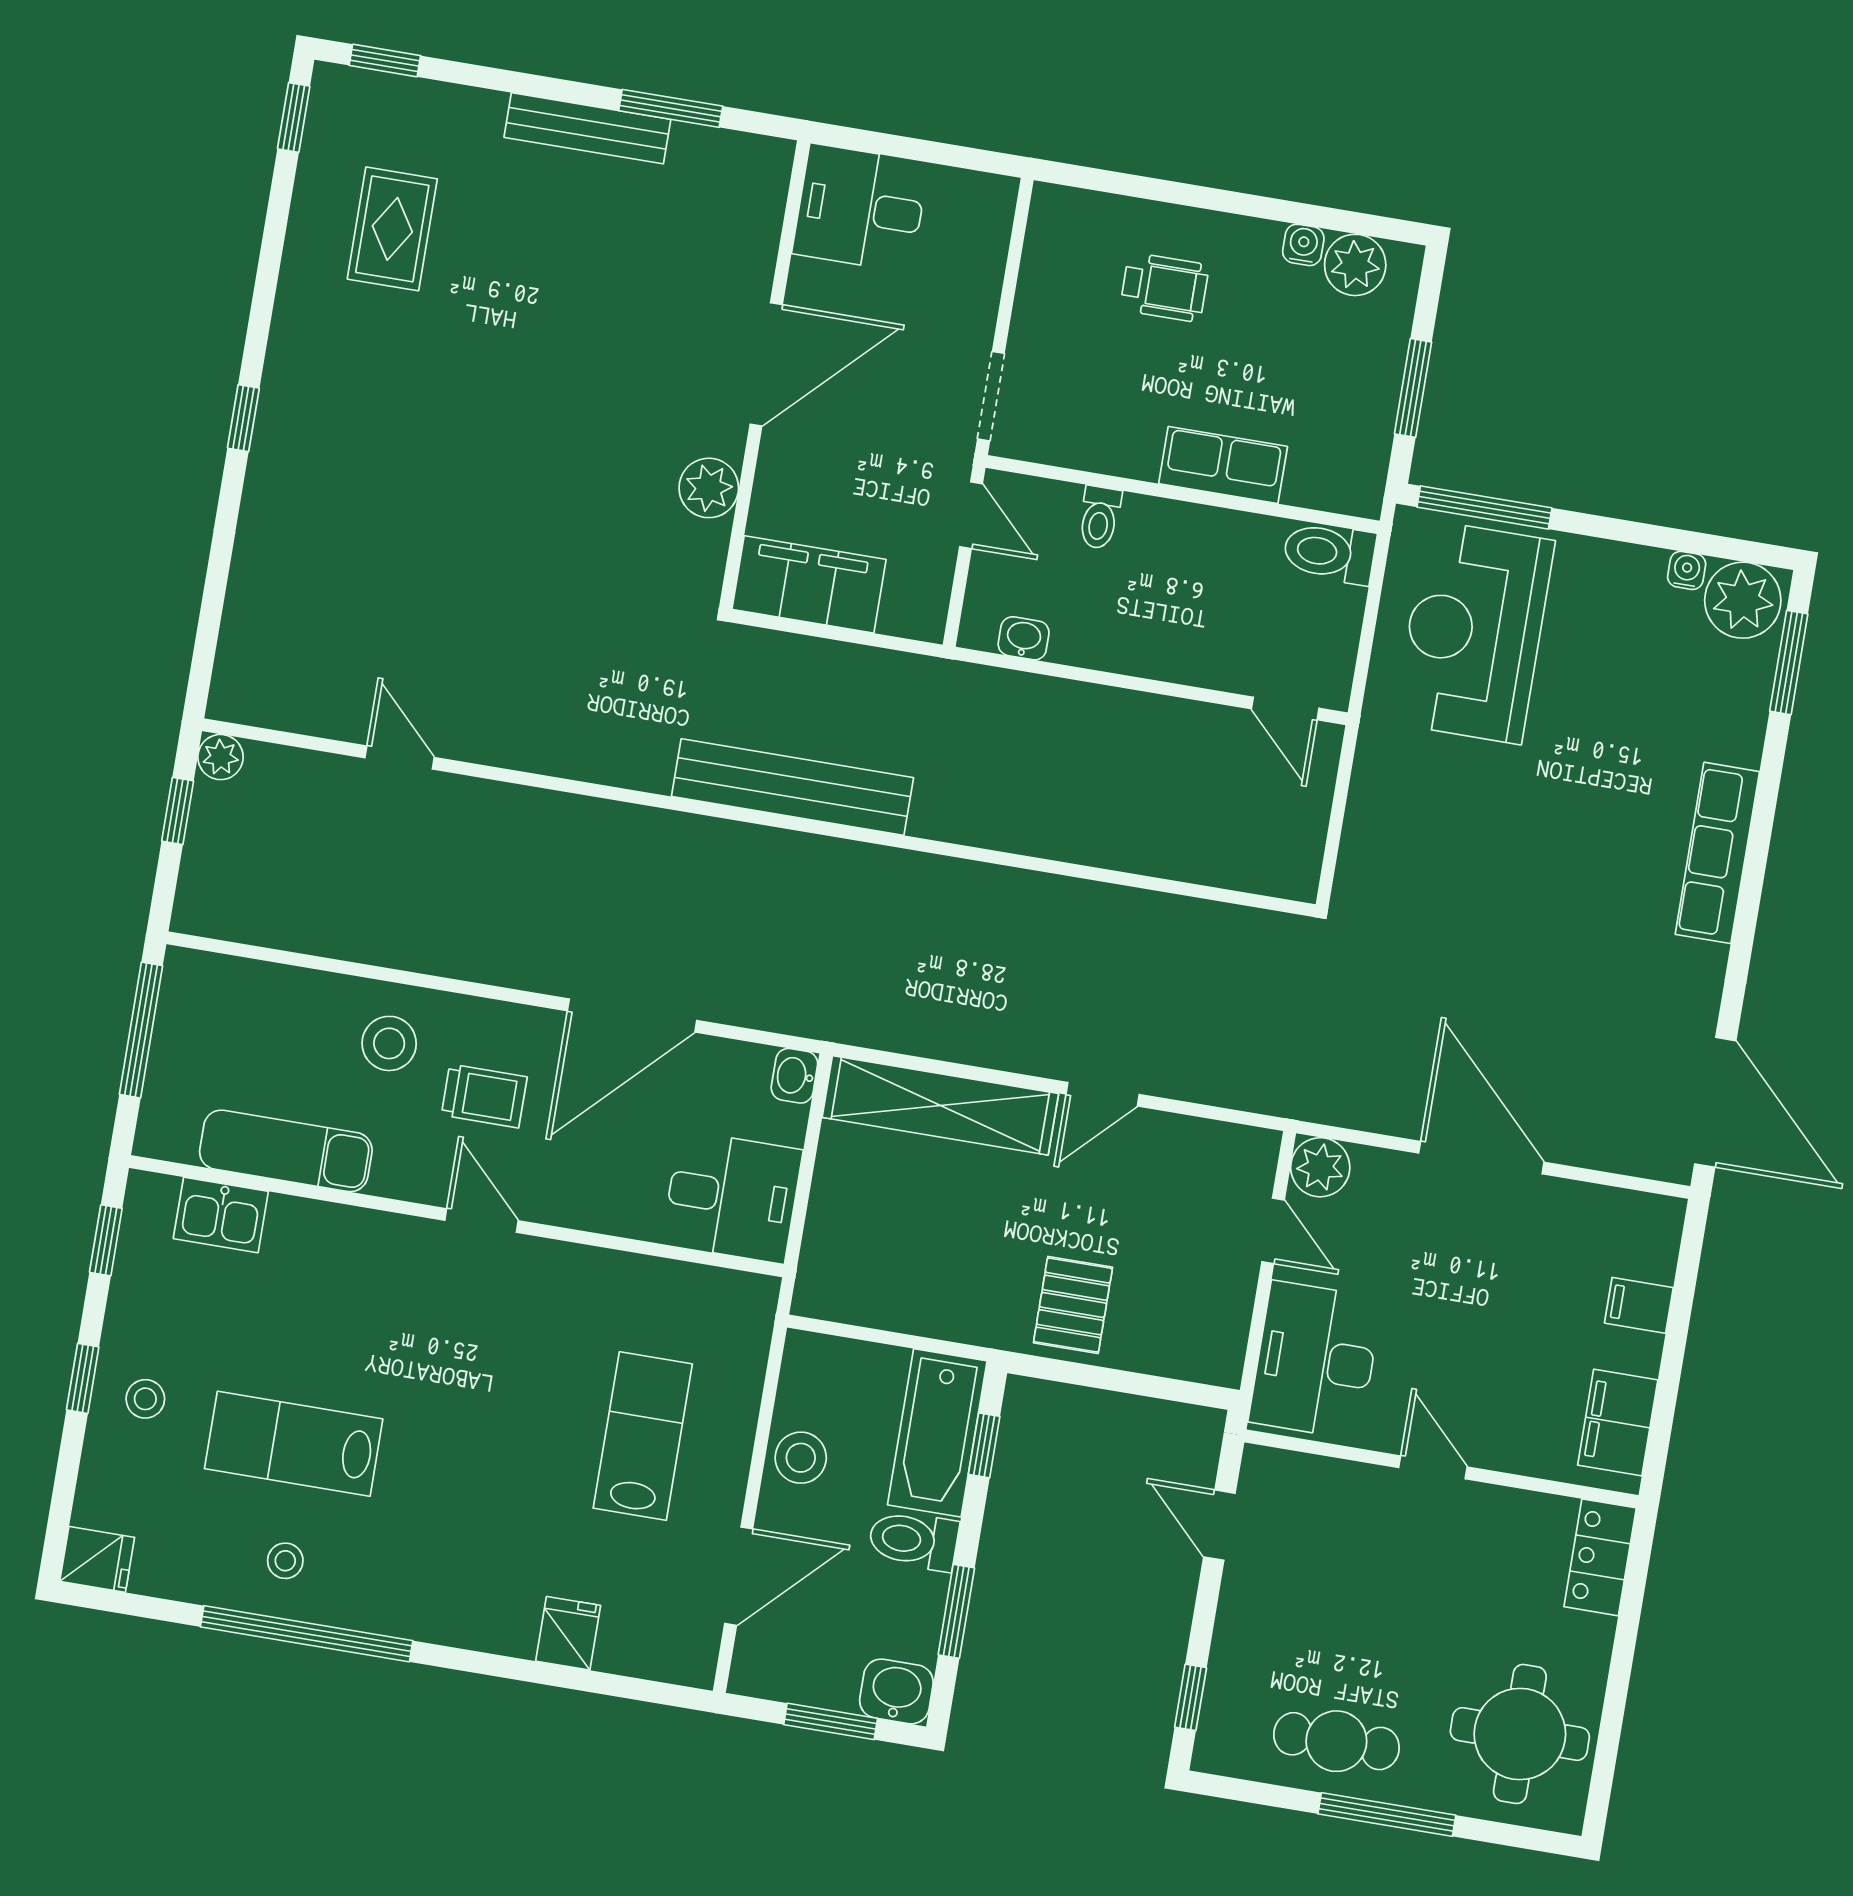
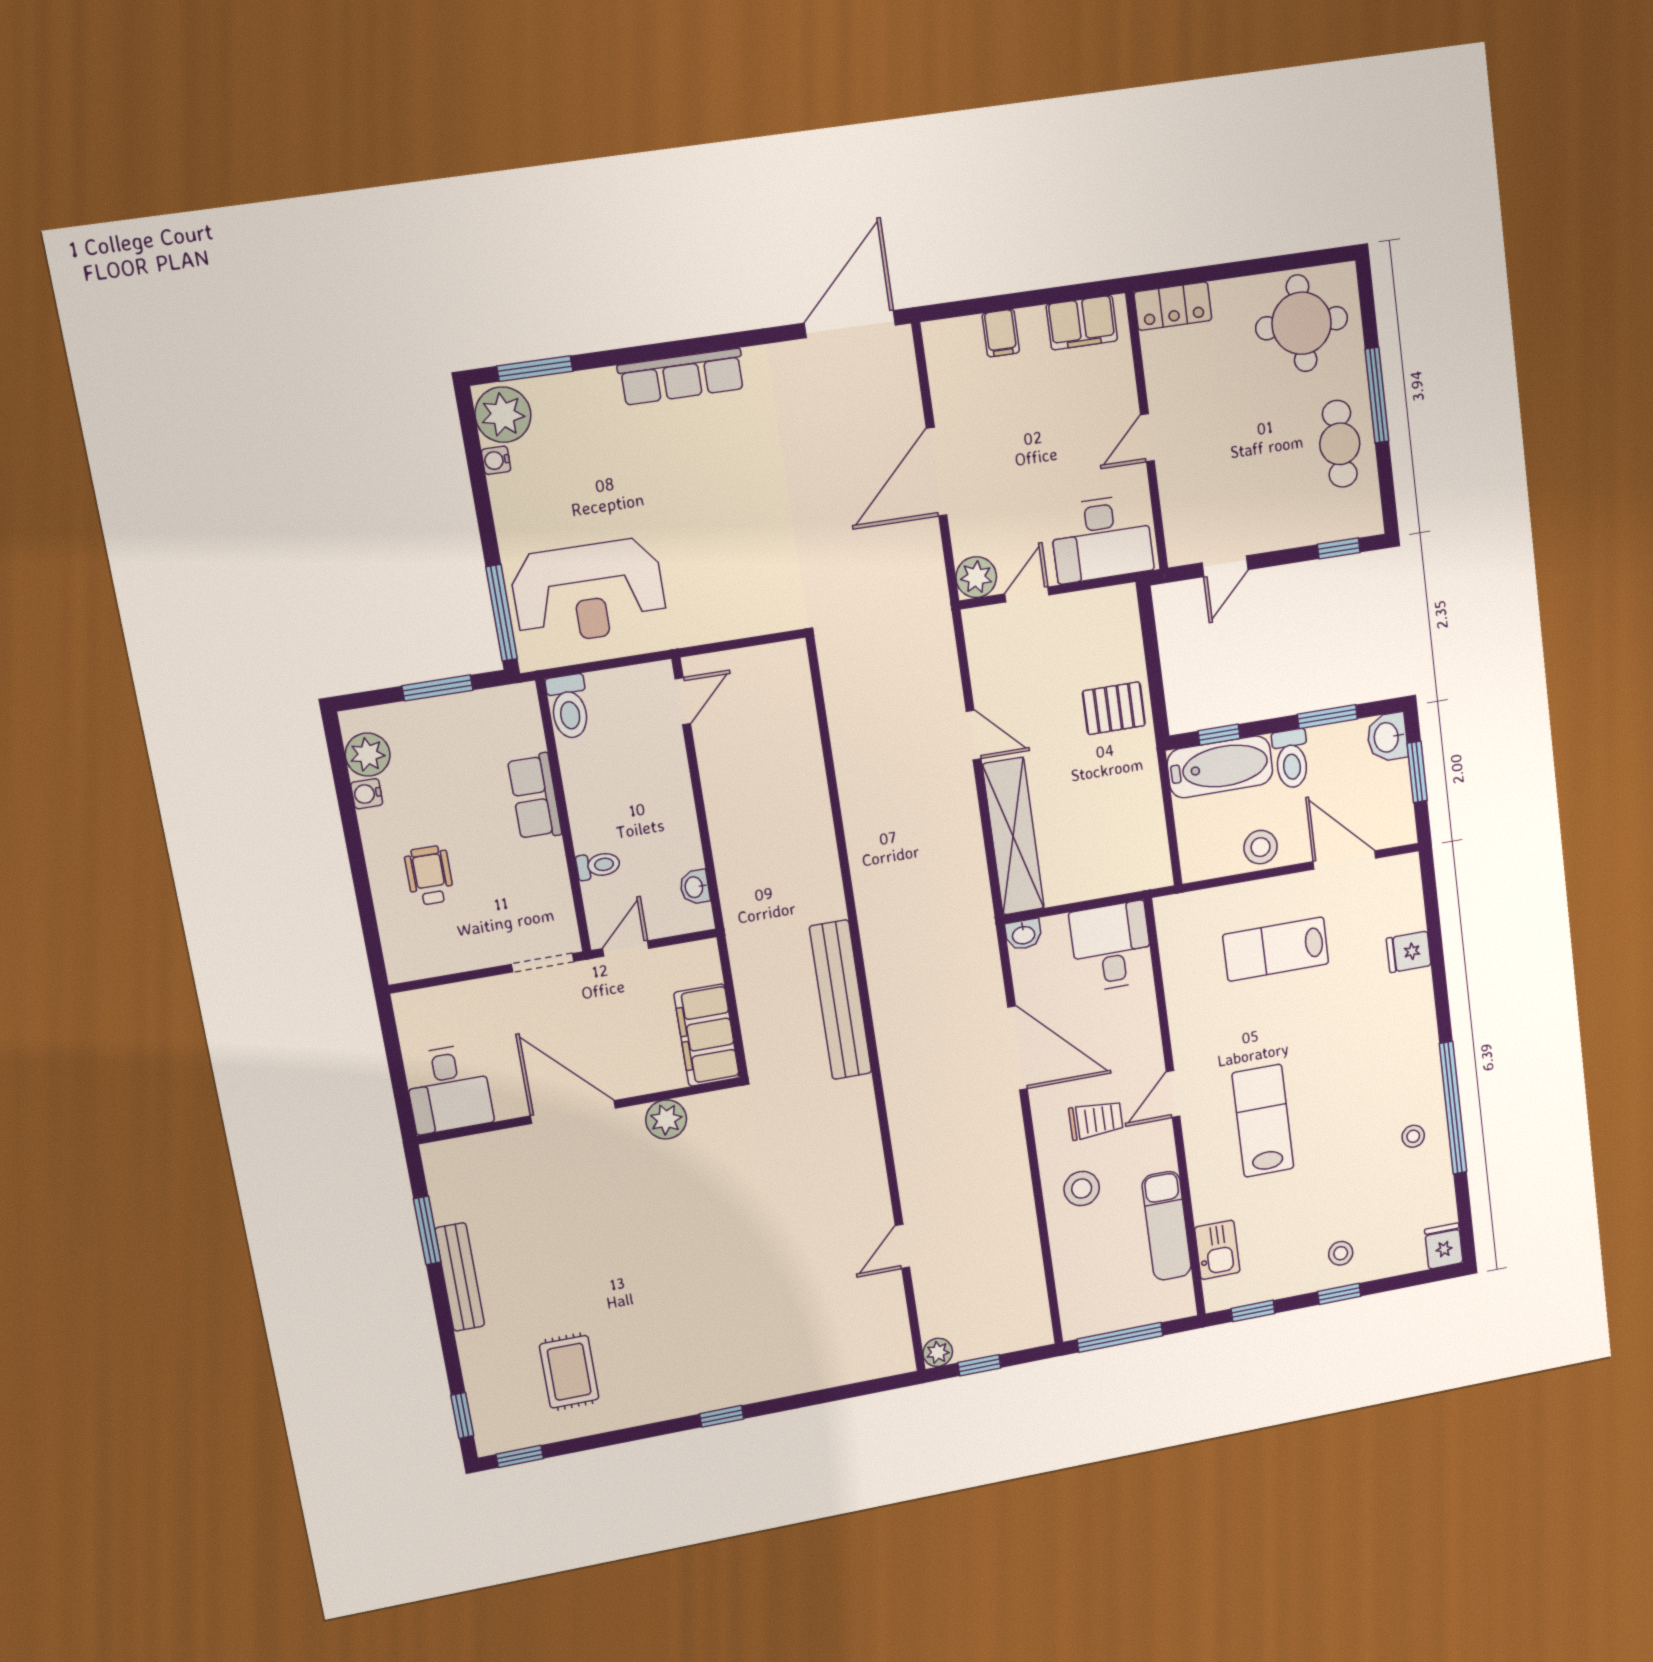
rug: (392, 229) -> (569, 1372), turned 90
trolley: (484, 1096) -> (1096, 1120), turned 90
lab bench: (294, 1444) -> (1263, 1121), moved, turned 180

